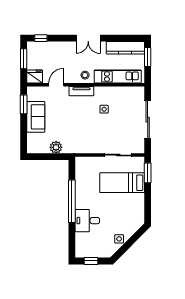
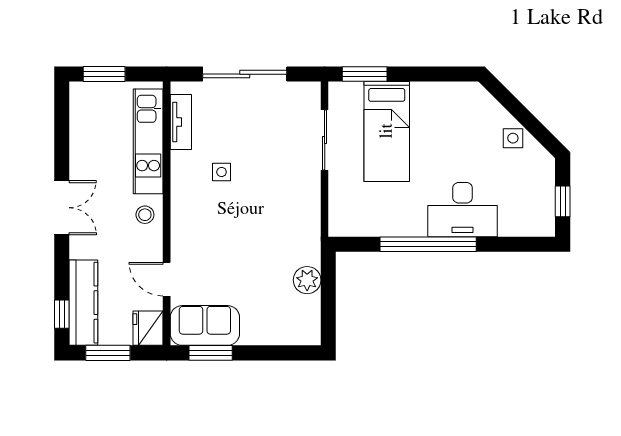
kitchen counter: (125, 48) -> (83, 303), moved
tv unit: (81, 91) -> (181, 122), moved
sofa: (36, 117) -> (205, 325), moved
desk: (87, 221) -> (463, 210), width x1.37

